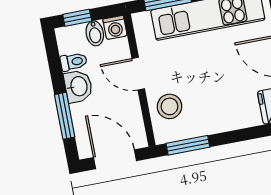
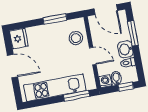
window: (188, 145) -> (55, 19), moved

